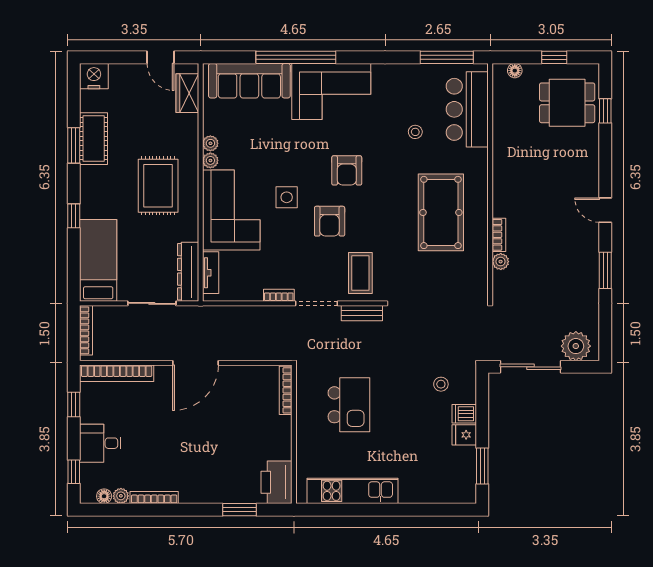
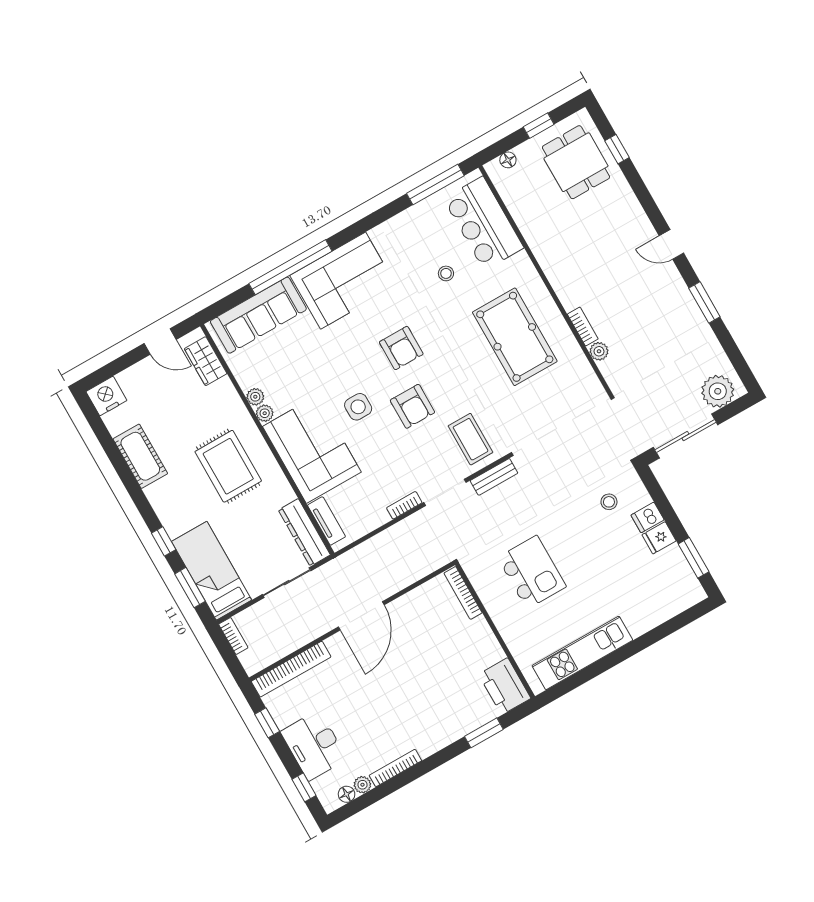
dining table: (567, 103) -> (576, 162), turned 90
window: (74, 145) -> (190, 588), moved
bookcase: (86, 330) -> (233, 636), width x0.64
desk: (100, 443) -> (314, 745), width x1.37

